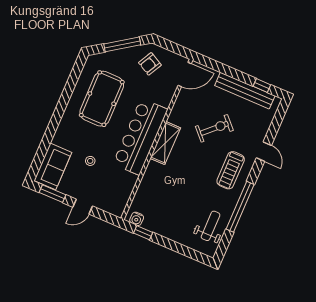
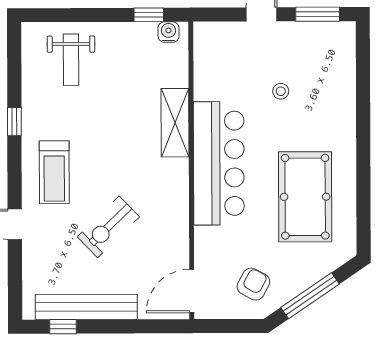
shelving: (165, 143) -> (175, 123), moved
sofa: (53, 166) -> (336, 57), removed
treadmill: (231, 170) -> (54, 172), turned 180
window: (240, 207) -> (14, 122), width x0.32
weight bench: (211, 226) -> (71, 60), moved

